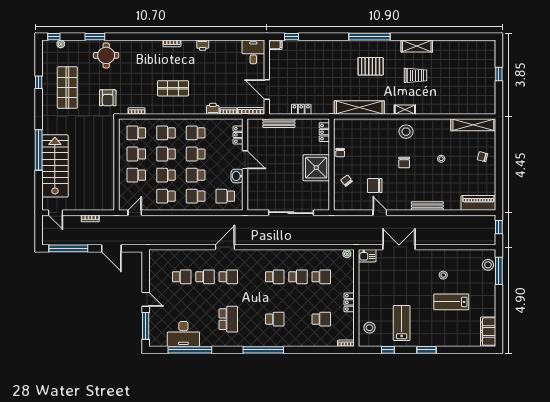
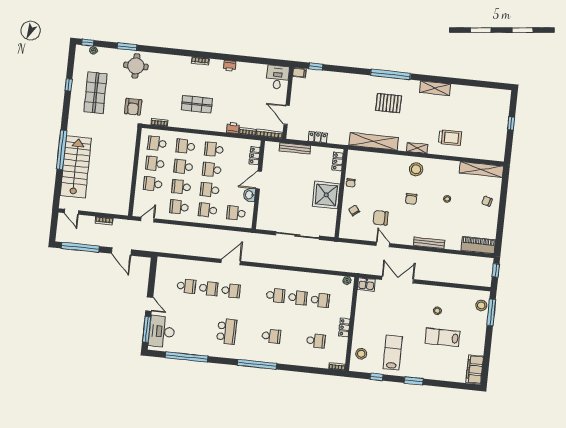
trolley: (416, 75) -> (450, 138), moved
door: (245, 160) -> (259, 180), swing flipped
desk: (183, 334) -> (162, 332), moved, turned 90

